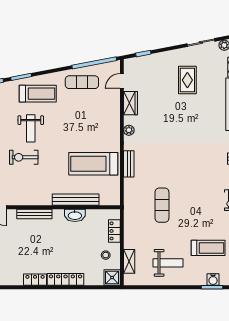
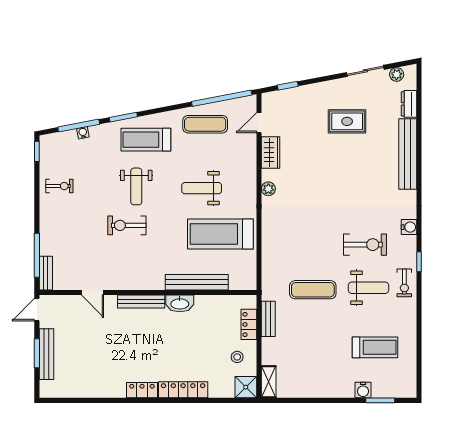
rug: (187, 80) -> (347, 121), turned 90
treadmill: (38, 94) -> (146, 140), turned 180
weight bench: (79, 130) -> (202, 188), added
bench: (129, 164) -> (268, 319), moved
exercise bike: (201, 172) -> (365, 245), added
exercise mat: (162, 205) -> (313, 290), turned 90
washbasin: (75, 215) -> (180, 303), moved
shelving: (129, 261) -> (269, 382), moved
weight bench: (168, 263) -> (368, 288), moved
water cooler: (213, 280) -> (363, 390), moved

